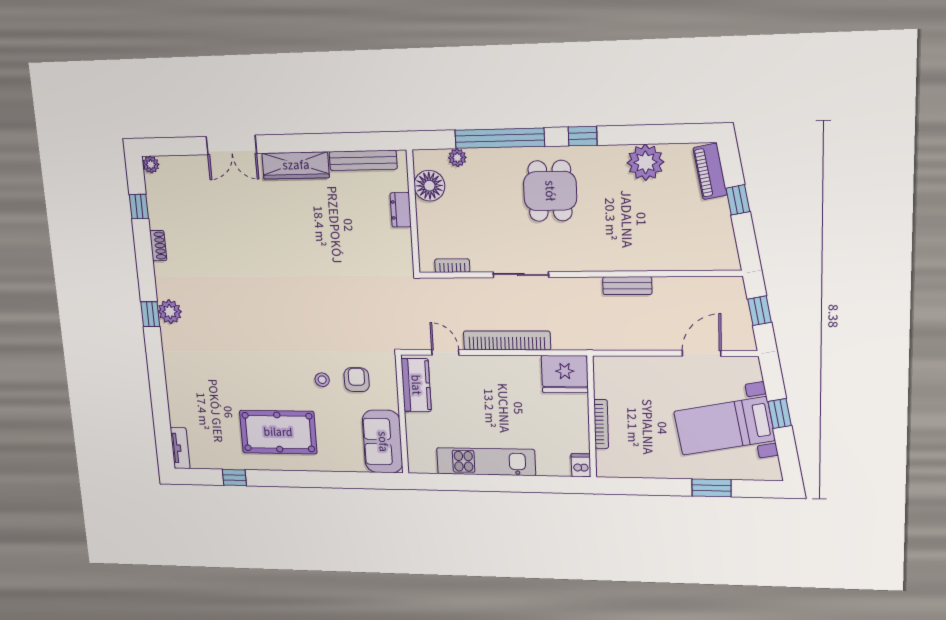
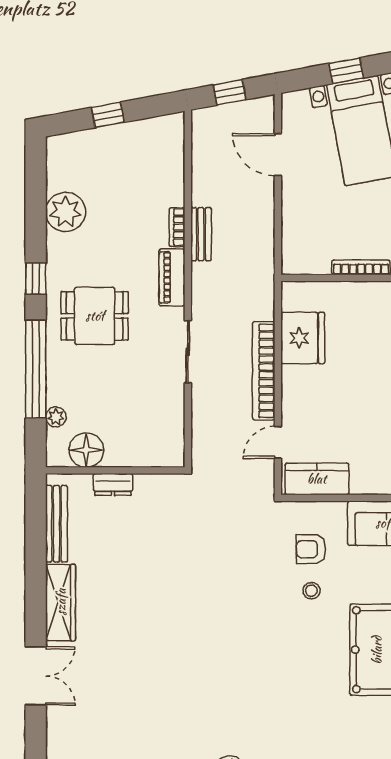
piano: (710, 171) -> (172, 277), moved, turned 100
bookcase: (452, 266) -> (177, 227), moved
fridge: (565, 374) -> (303, 338), moved

